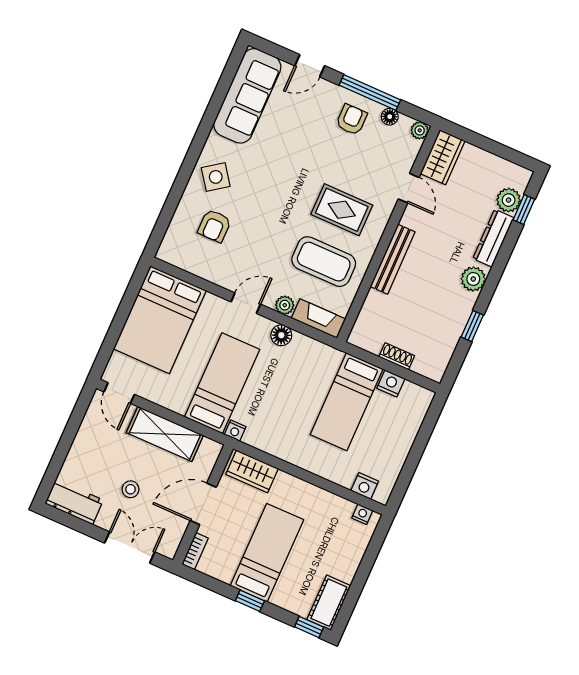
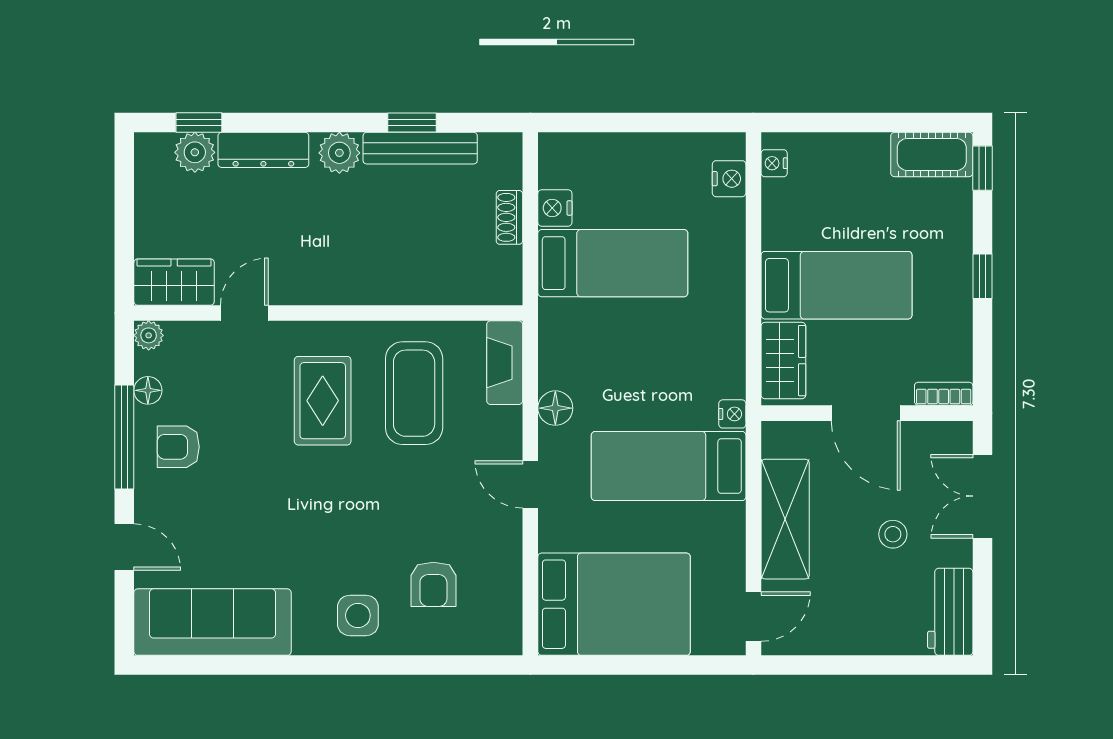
side table: (216, 177) -> (358, 615), turned 36
armchair: (214, 226) -> (433, 584), turned 90
bench: (393, 259) -> (420, 148), moved
plant: (285, 305) -> (507, 423), removed
bed: (267, 553) -> (837, 285), moved, turned 180

